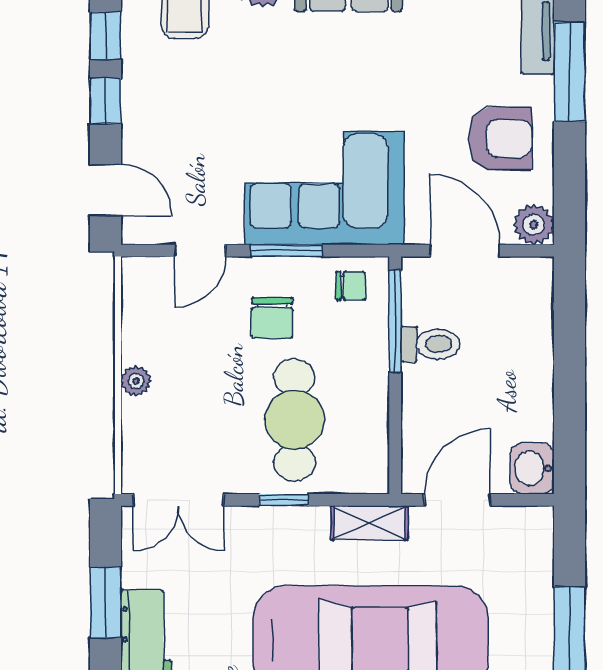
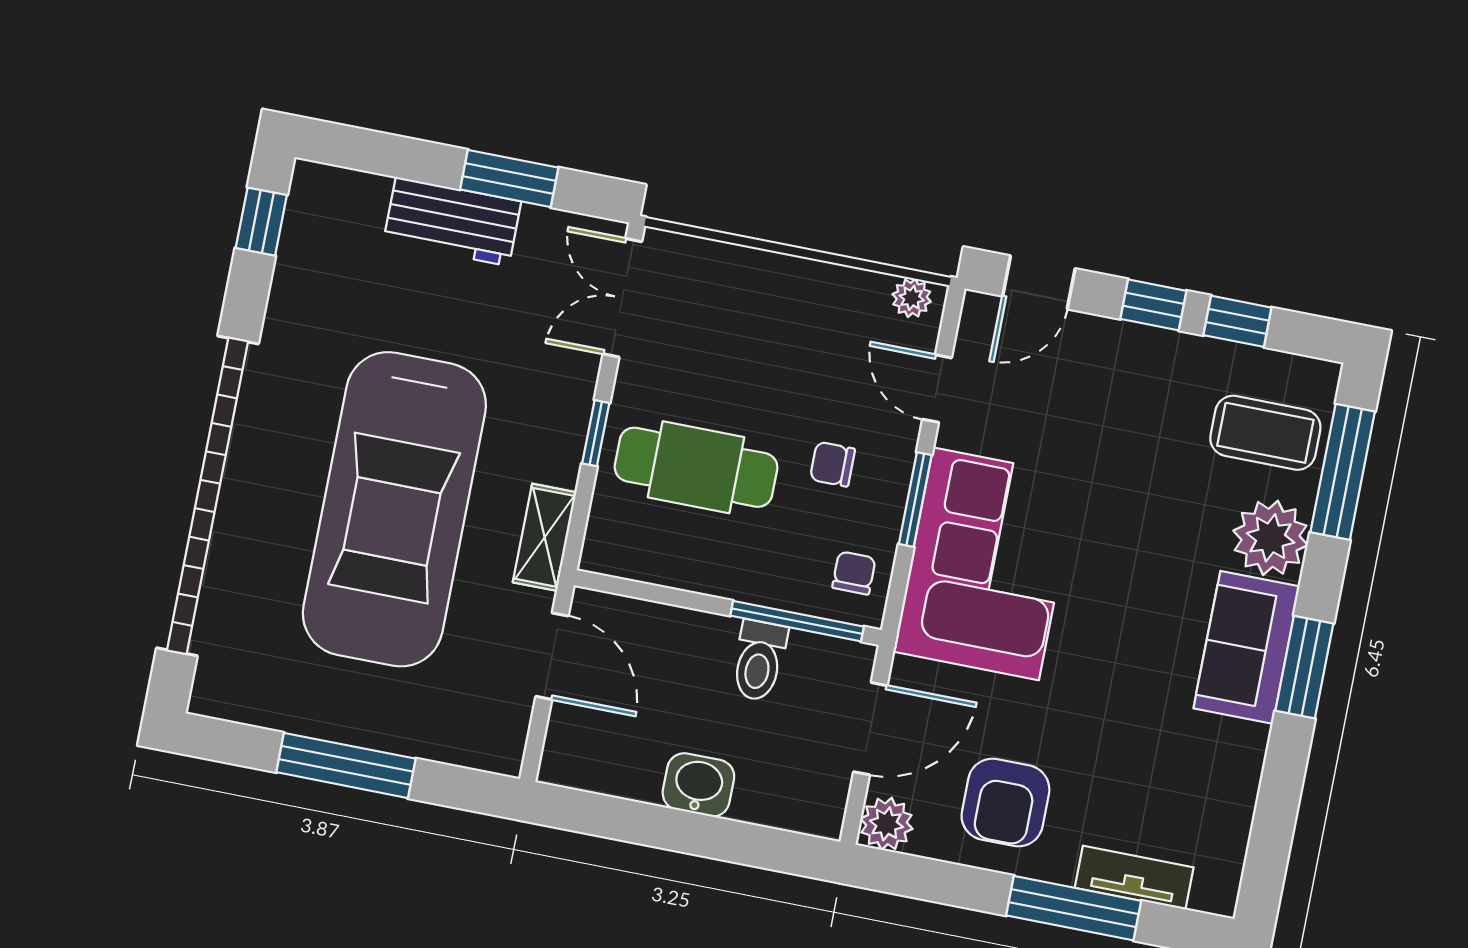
chair: (351, 286) -> (854, 573), turned 180
chair: (272, 318) -> (832, 464), width x0.73, depth x0.73
plant: (136, 381) -> (912, 298), moved
washbasin: (532, 468) -> (698, 785), moved

